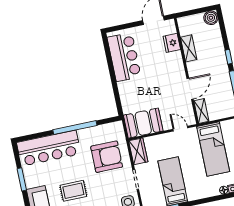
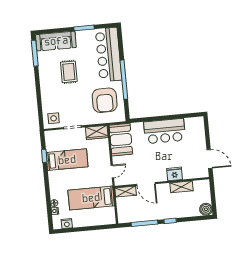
fridge: (172, 43) -> (175, 174), moved
bar counter: (124, 57) -> (165, 131), moved
armchair: (107, 157) -> (105, 100), moved

